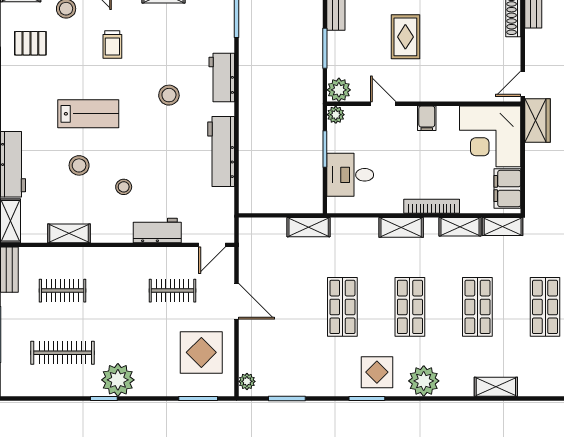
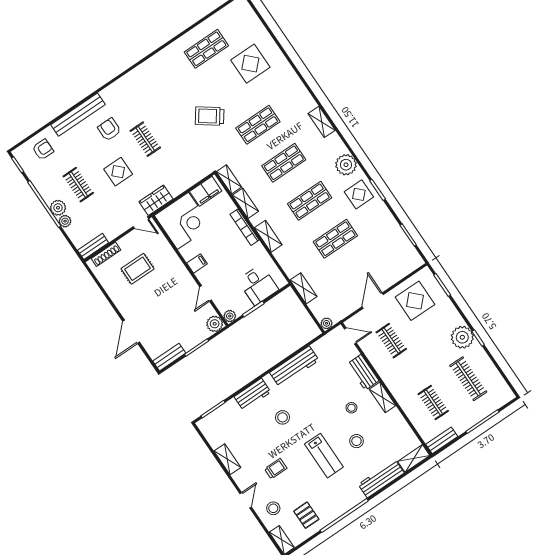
rug: (405, 37) -> (138, 269), moved
lab bench: (88, 114) -> (324, 456), turned 180
shelving: (69, 233) -> (383, 397), moved
plant: (247, 381) -> (327, 323), moved

